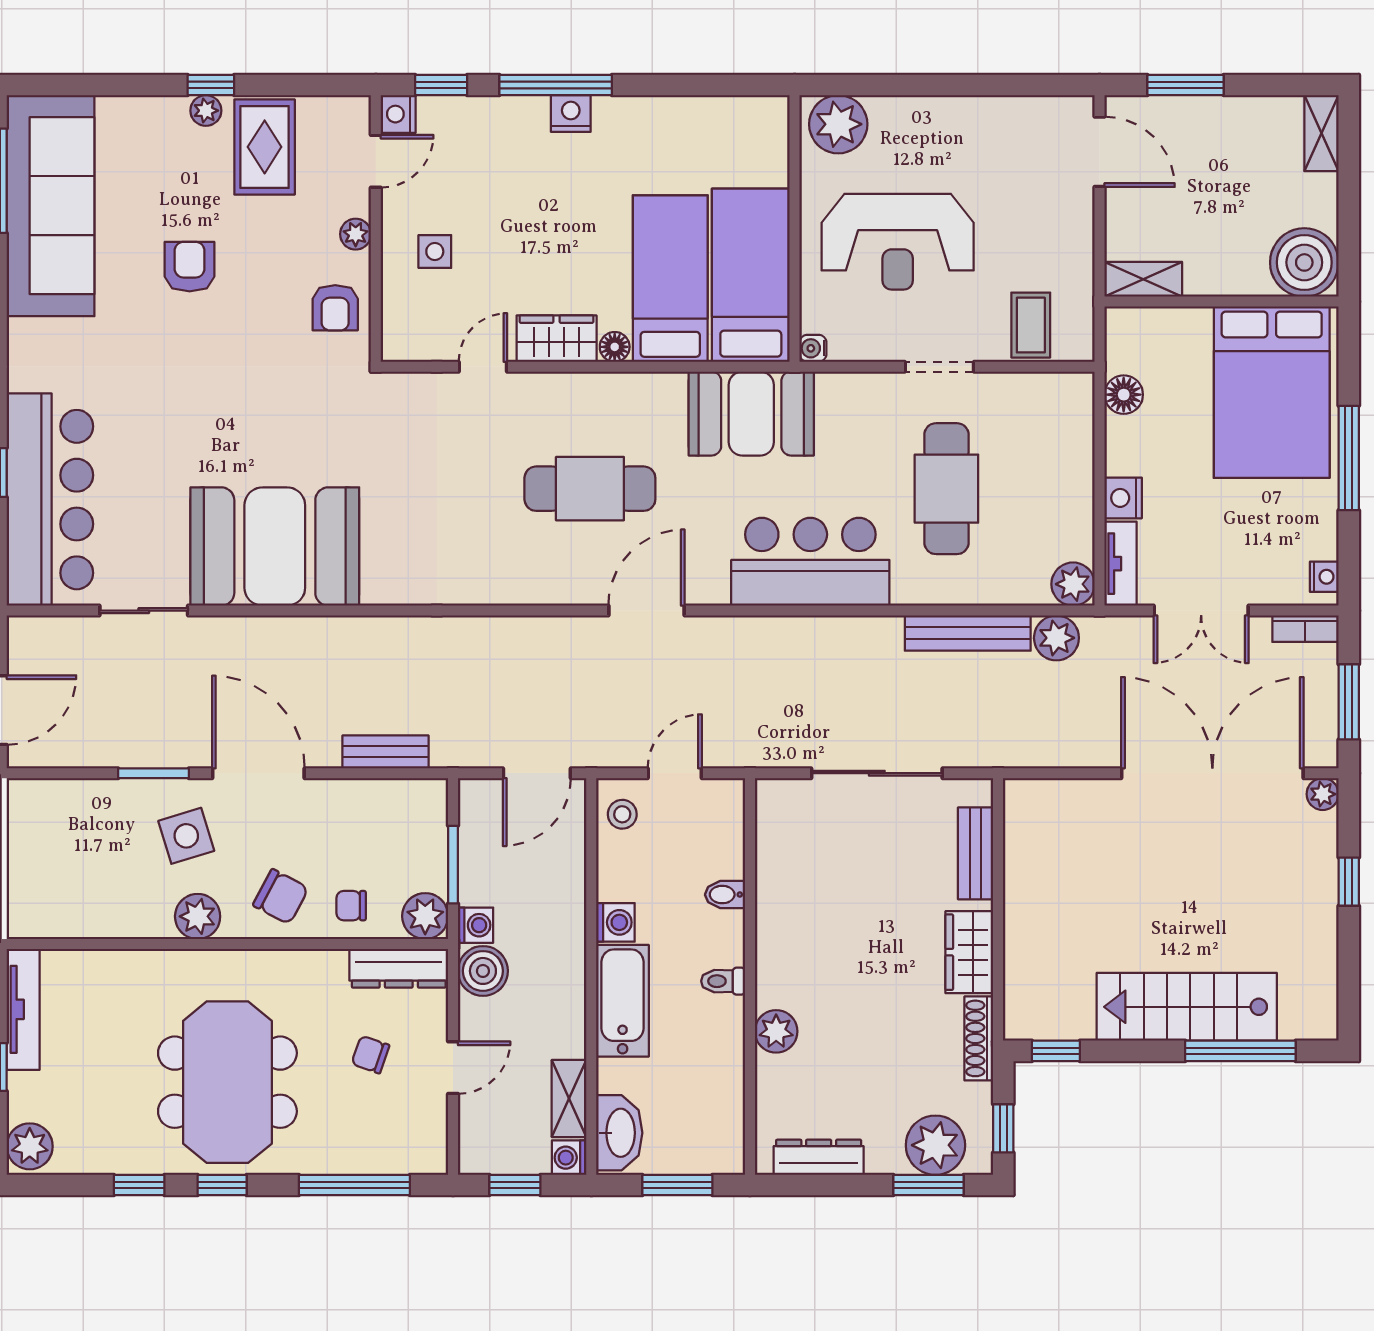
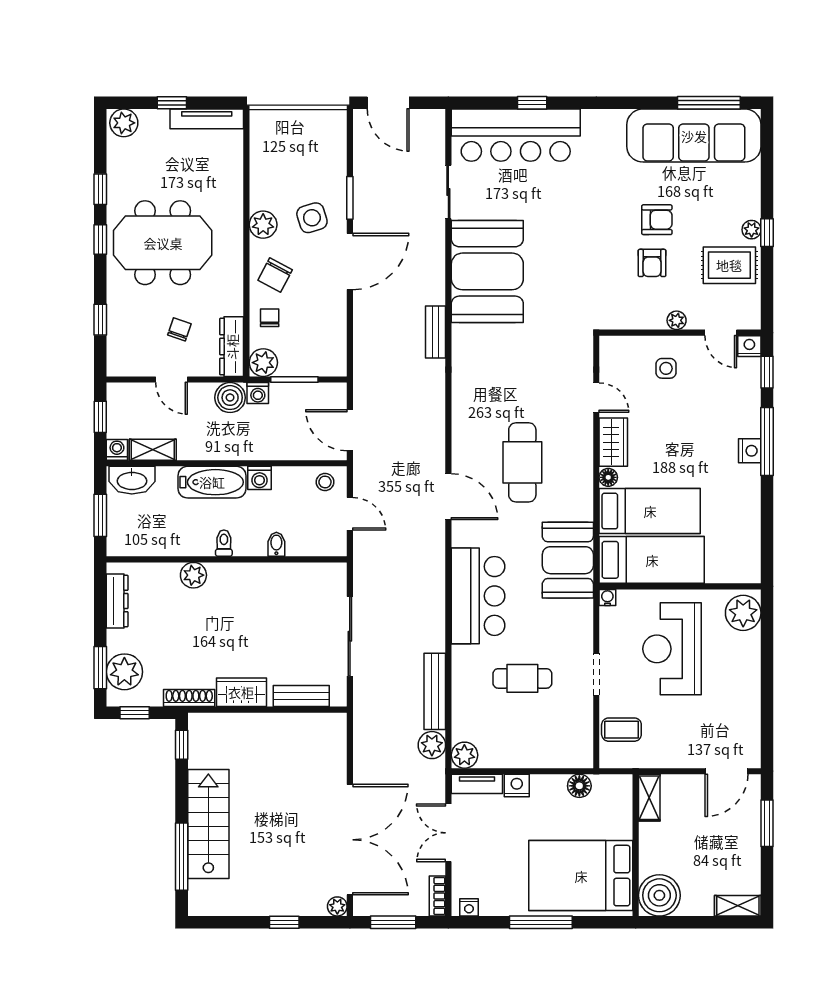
armchair: (335, 308) -> (652, 263), moved, turned -90
cafe table: (946, 489) -> (522, 678), width x0.73, depth x0.74
bench: (386, 752) -> (436, 332), moved
window: (354, 1185) -> (100, 320), width x0.46

